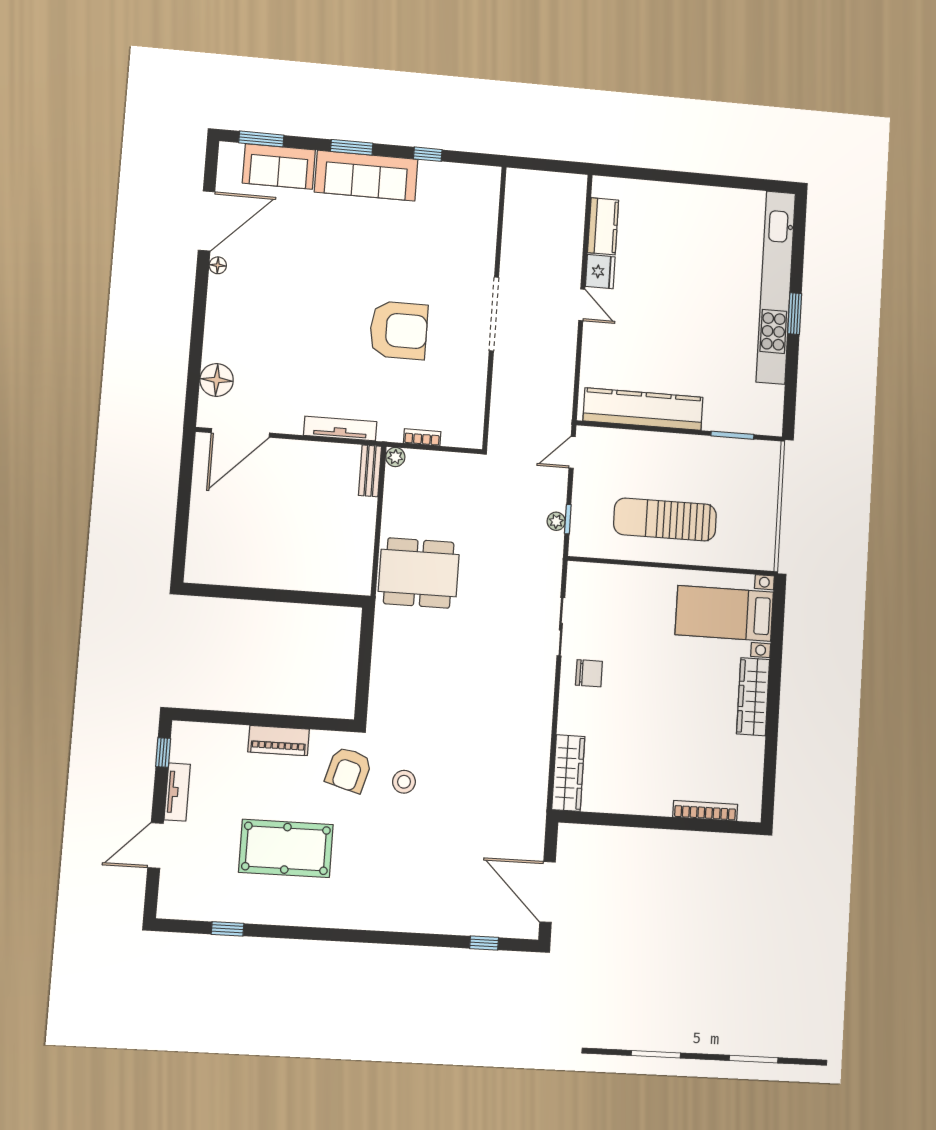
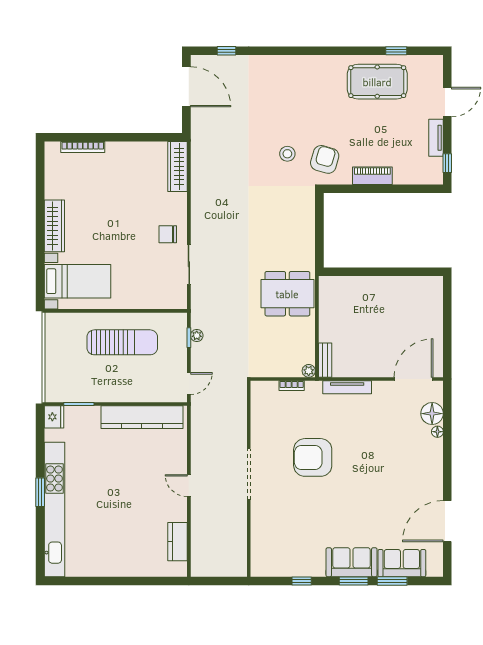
window: (261, 139) -> (392, 581), moved
sofa: (366, 176) -> (352, 562), width x0.73
floor lamp: (218, 265) -> (437, 432), moved
fridge: (600, 272) -> (54, 417), moved, turned 180
pool table: (286, 848) -> (377, 82), moved

